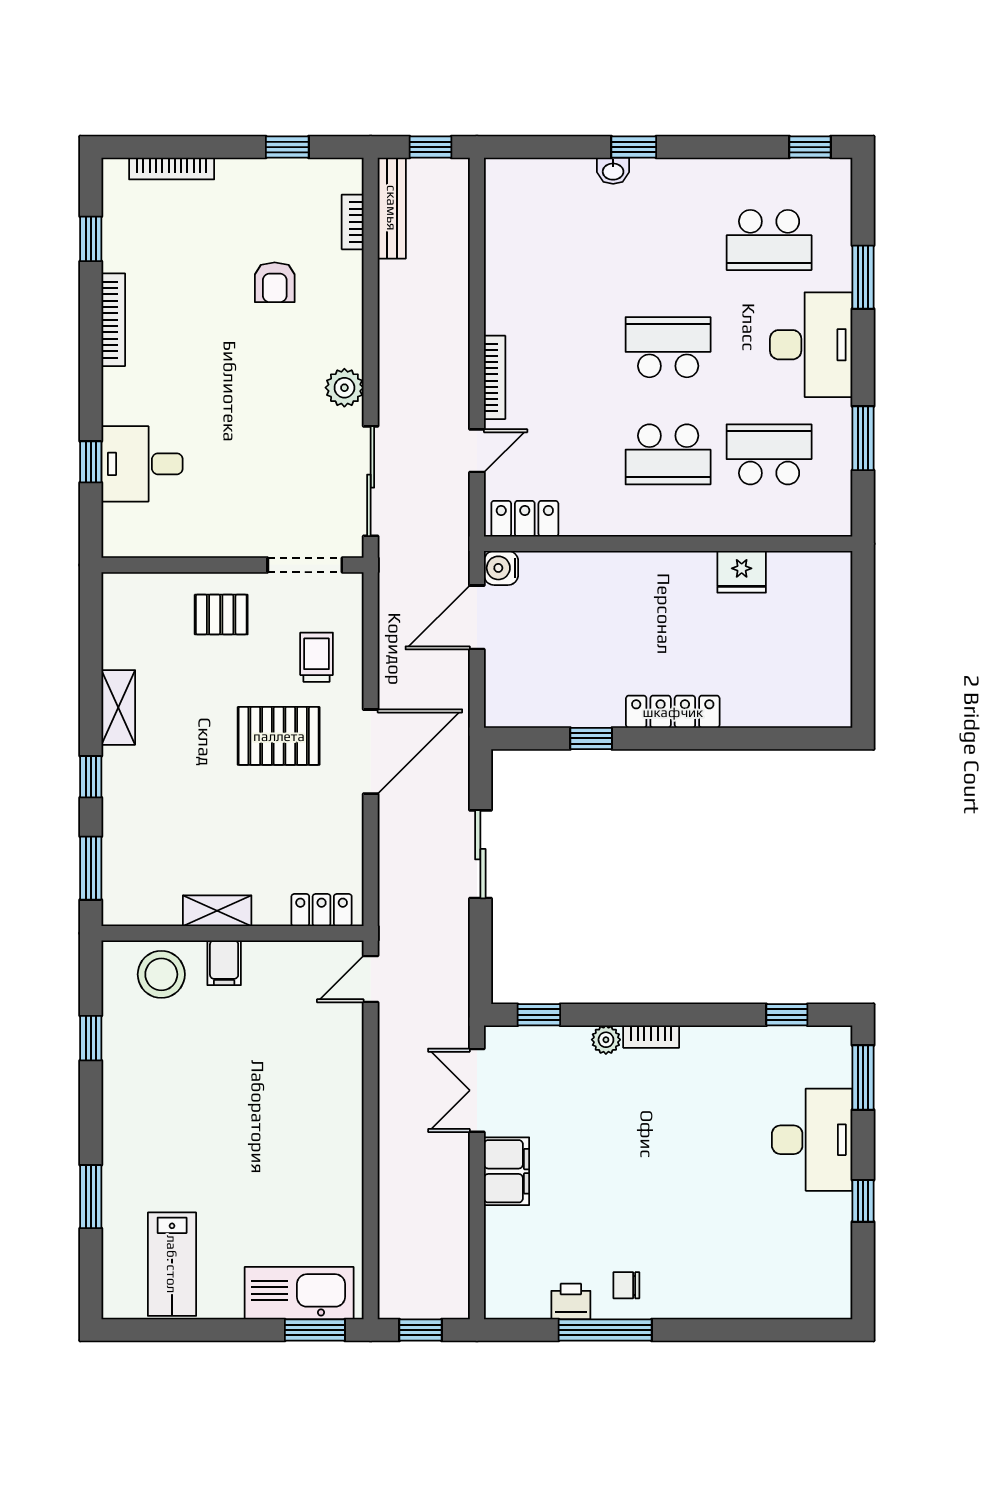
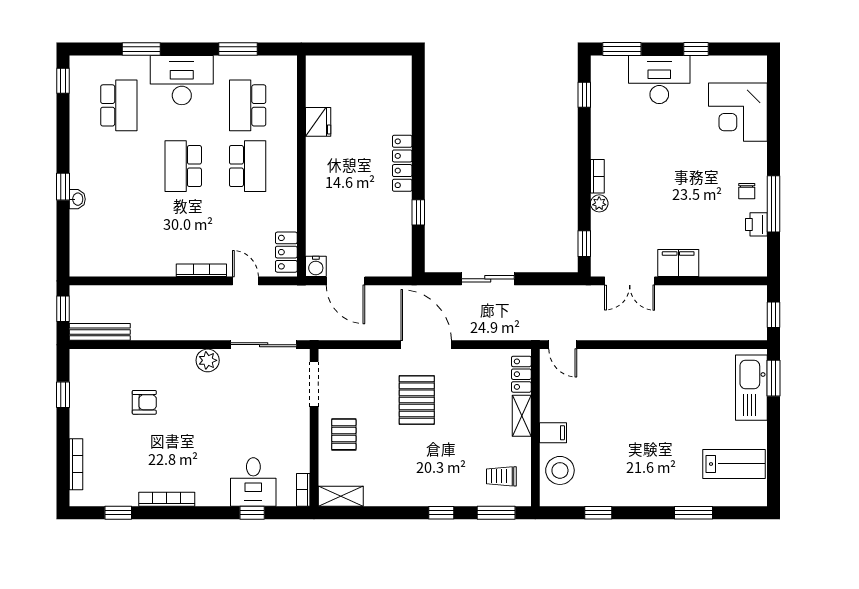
bookcase: (353, 222) -> (303, 490), moved, turned 90
trolley: (317, 657) -> (501, 476), moved
shelving: (118, 707) -> (341, 496), moved
shelving: (217, 911) -> (522, 416), moved
corner desk: (758, 1271) -> (738, 112), added

